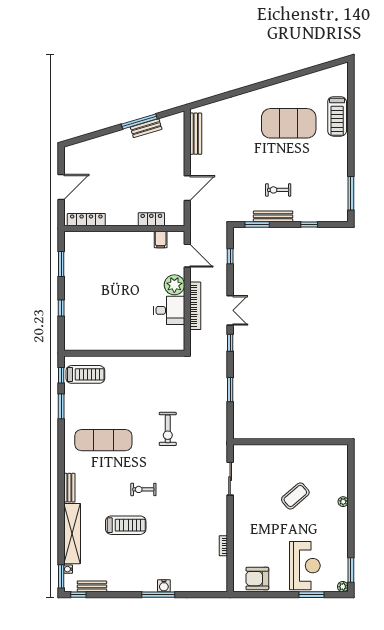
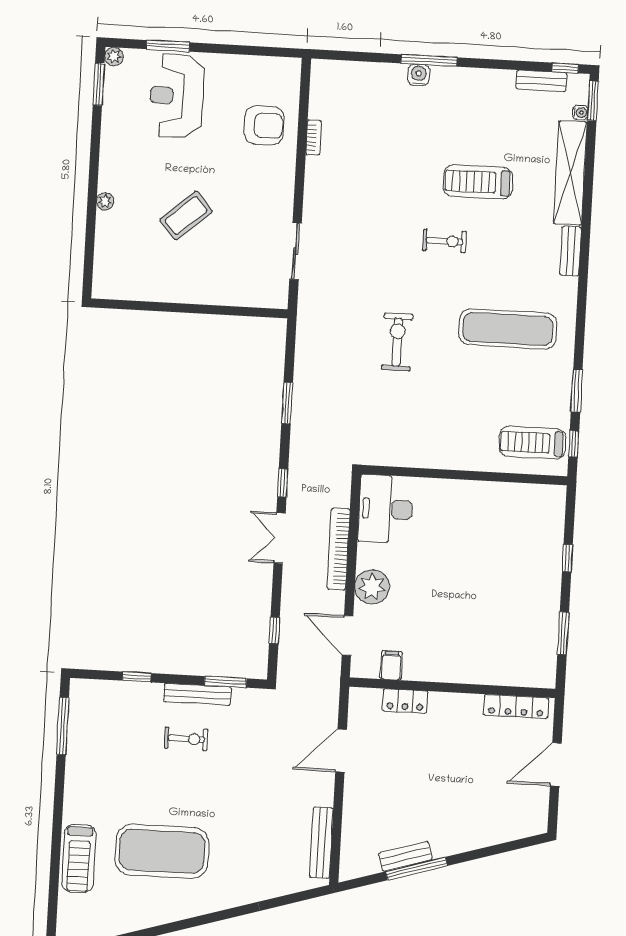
treadmill: (337, 116) -> (79, 858), turned 180
desk: (169, 310) -> (386, 509), moved, width x1.37
armchair: (257, 579) -> (264, 125), moved

